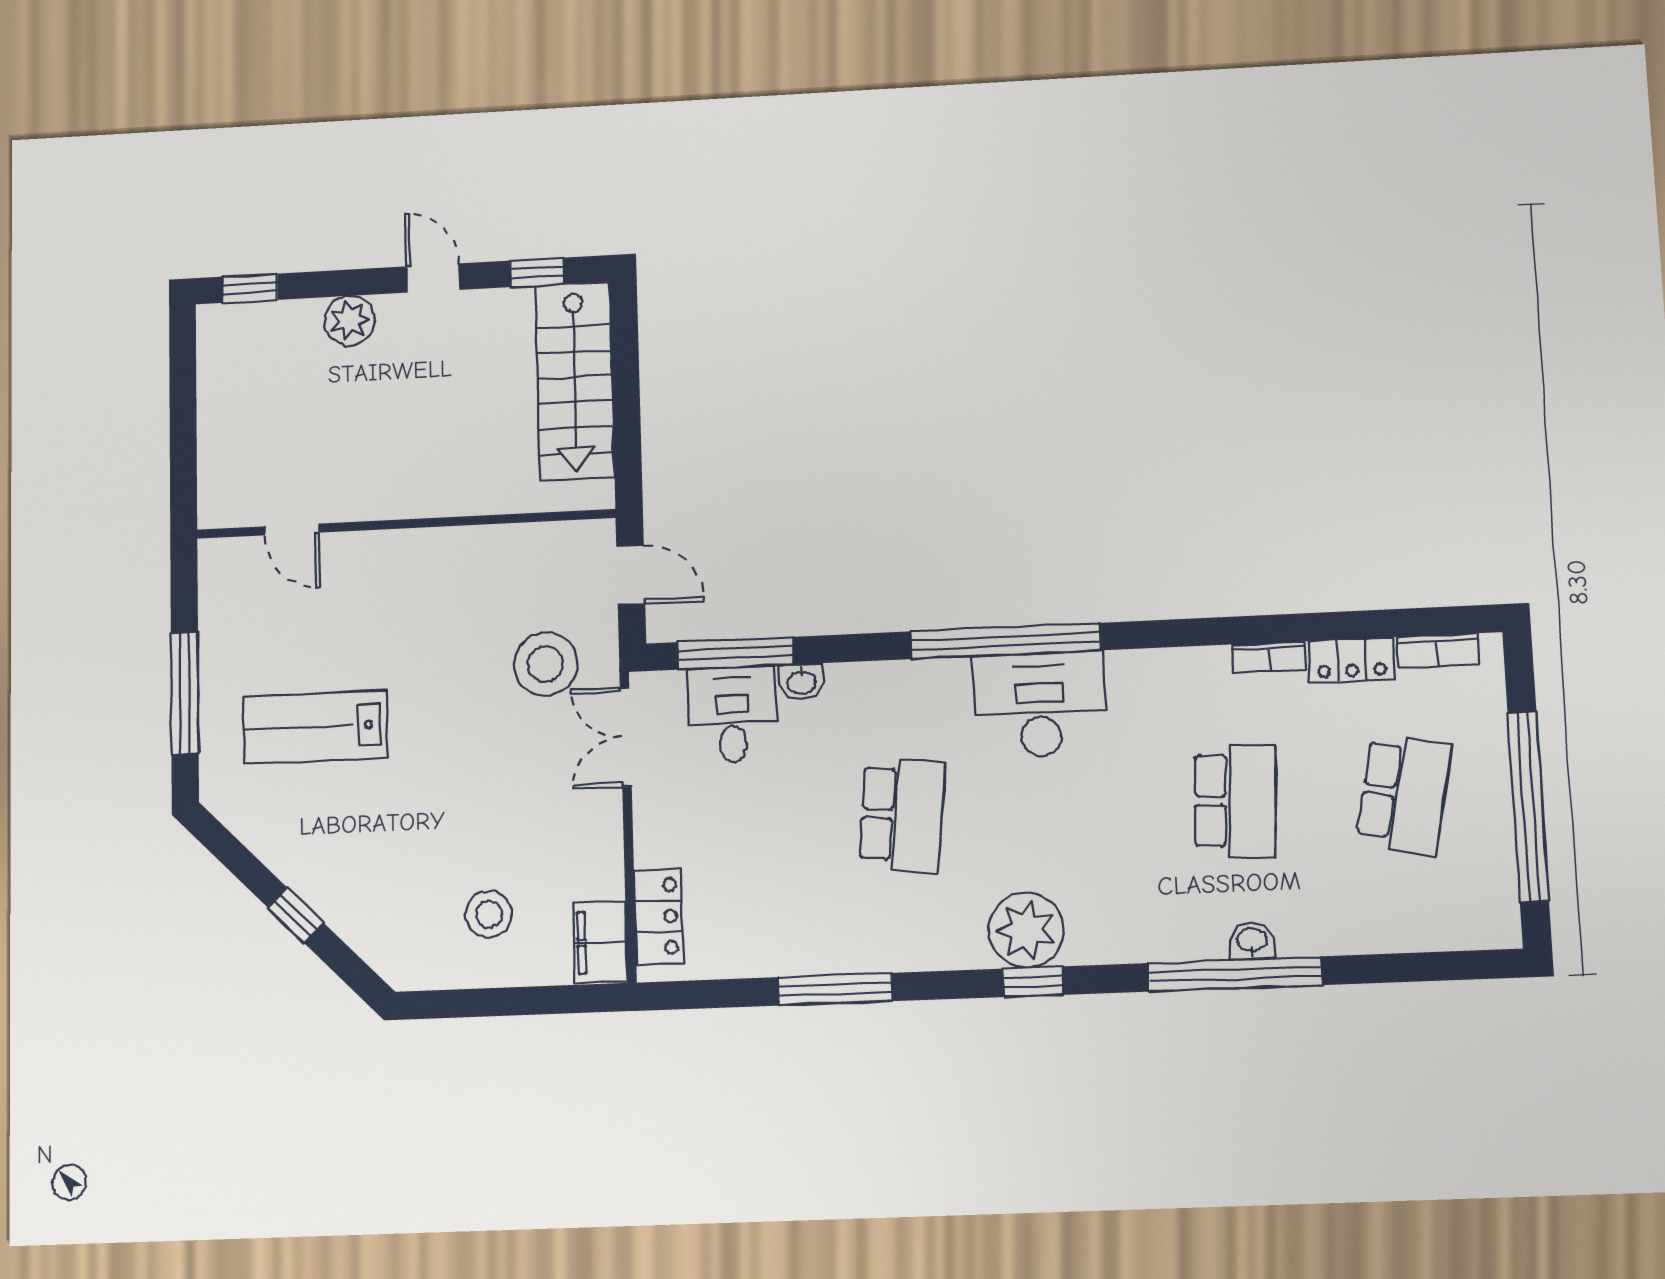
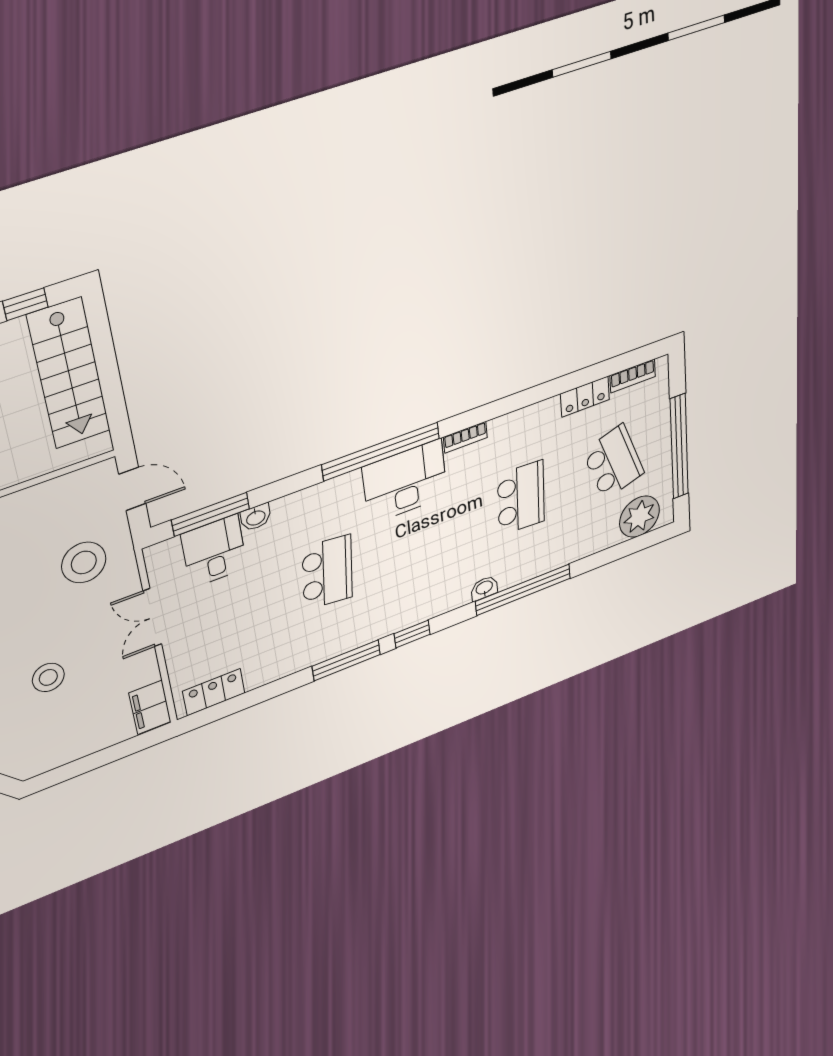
bookcase: (1269, 657) -> (465, 437), moved
double door: (626, 737) -> (152, 618), moved
school desk: (1404, 794) -> (614, 462), turned -30
stool: (489, 914) -> (48, 677), moved
locker: (659, 917) -> (214, 692), moved, turned -90
plant: (1026, 930) -> (639, 517), moved
washbasin: (1252, 941) -> (484, 588), moved
window: (835, 989) -> (346, 660), moved

